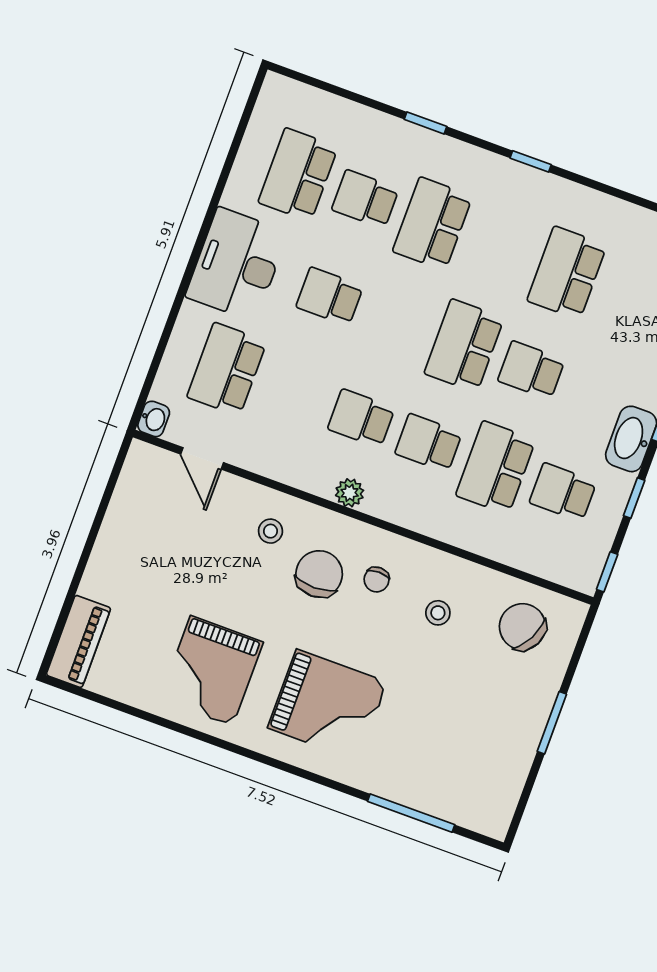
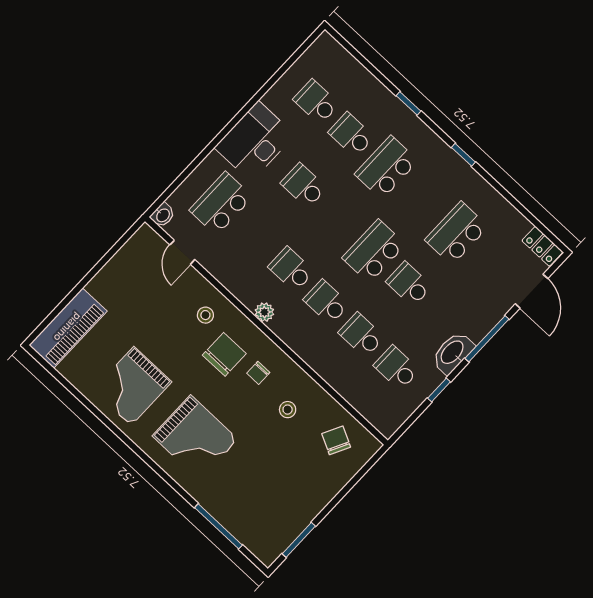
school desk: (298, 175) -> (316, 102), width x0.54
school desk: (496, 468) -> (361, 335), width x0.54
window: (607, 572) -> (403, 429), removed
chair: (522, 627) -> (336, 440), width x0.73, depth x0.73
piano: (78, 641) -> (68, 328), width x1.37, depth x1.33
window: (552, 723) -> (299, 540), moved

